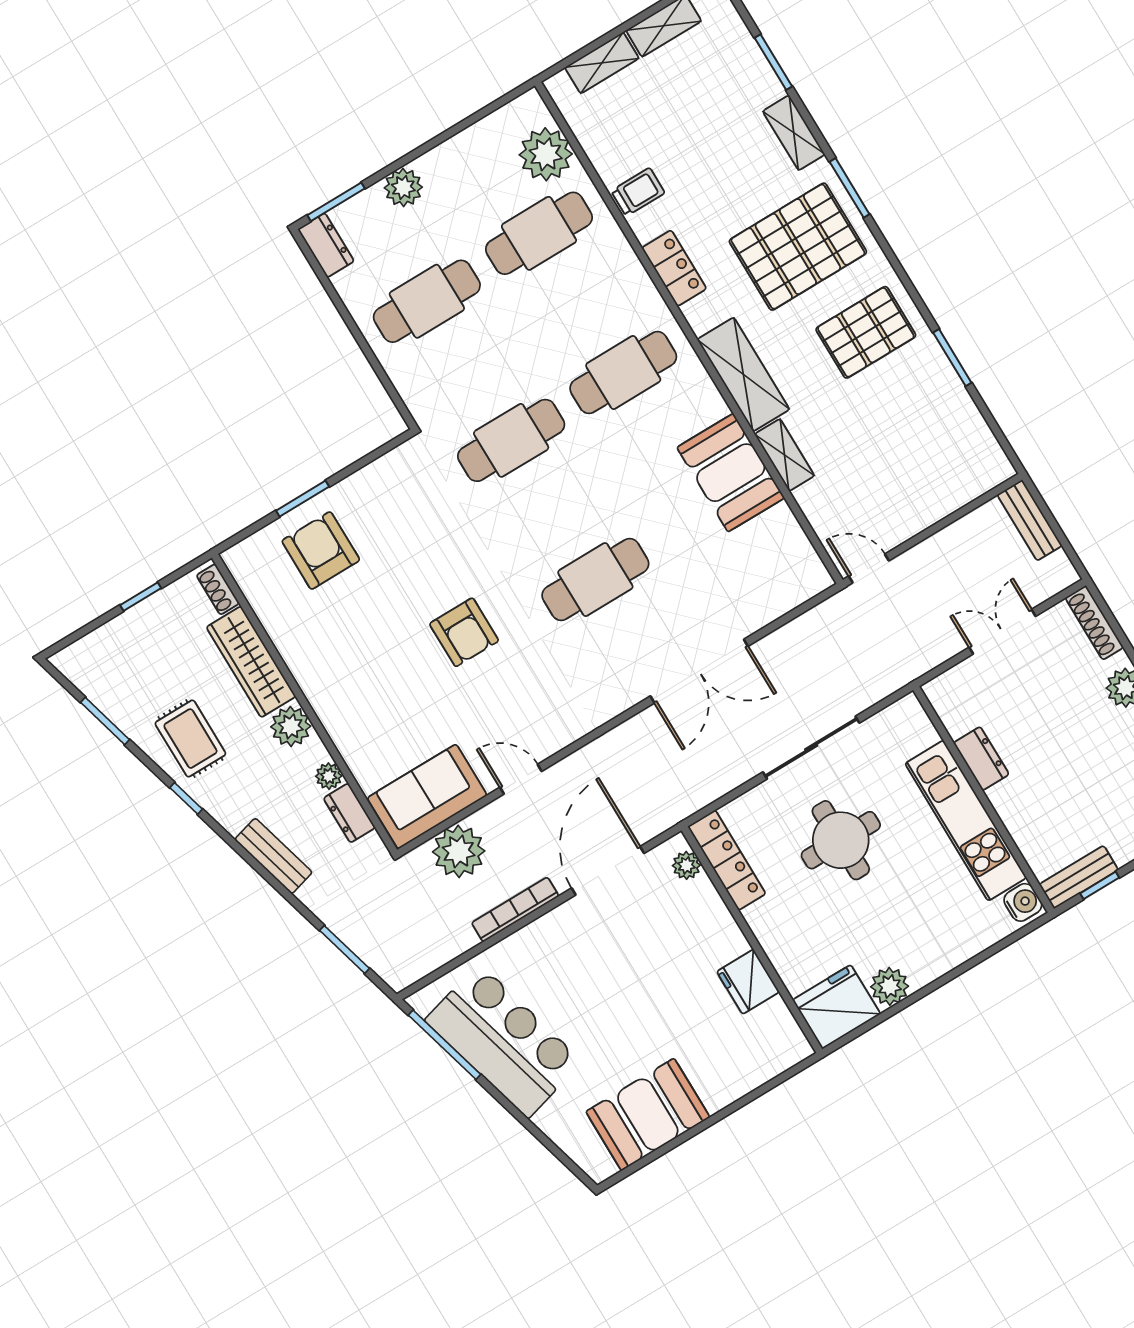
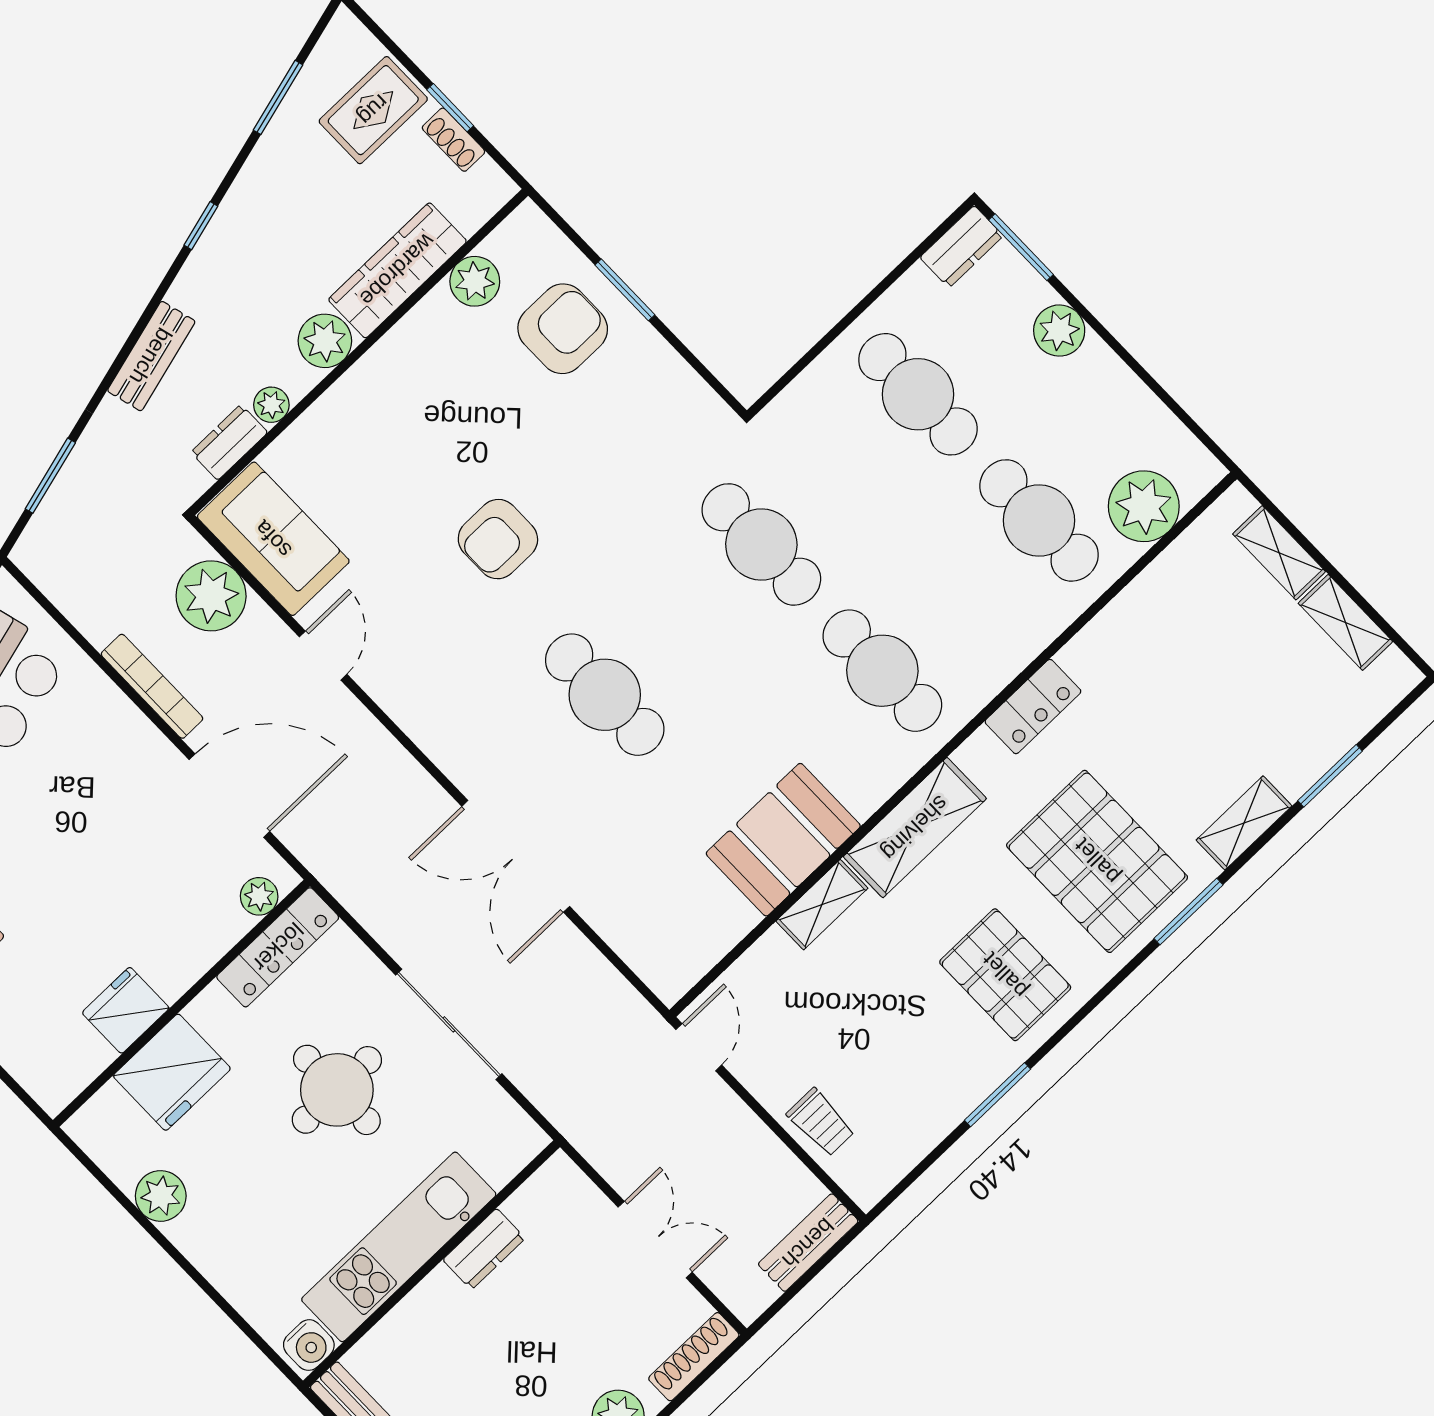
trolley: (638, 192) -> (821, 1122), moved
shoe rack: (218, 589) -> (453, 140), moved, turned -90
plant: (272, 607) -> (475, 281), added
rug: (190, 739) -> (373, 110), moved
fridge: (837, 1007) -> (172, 1072), moved, turned 90

